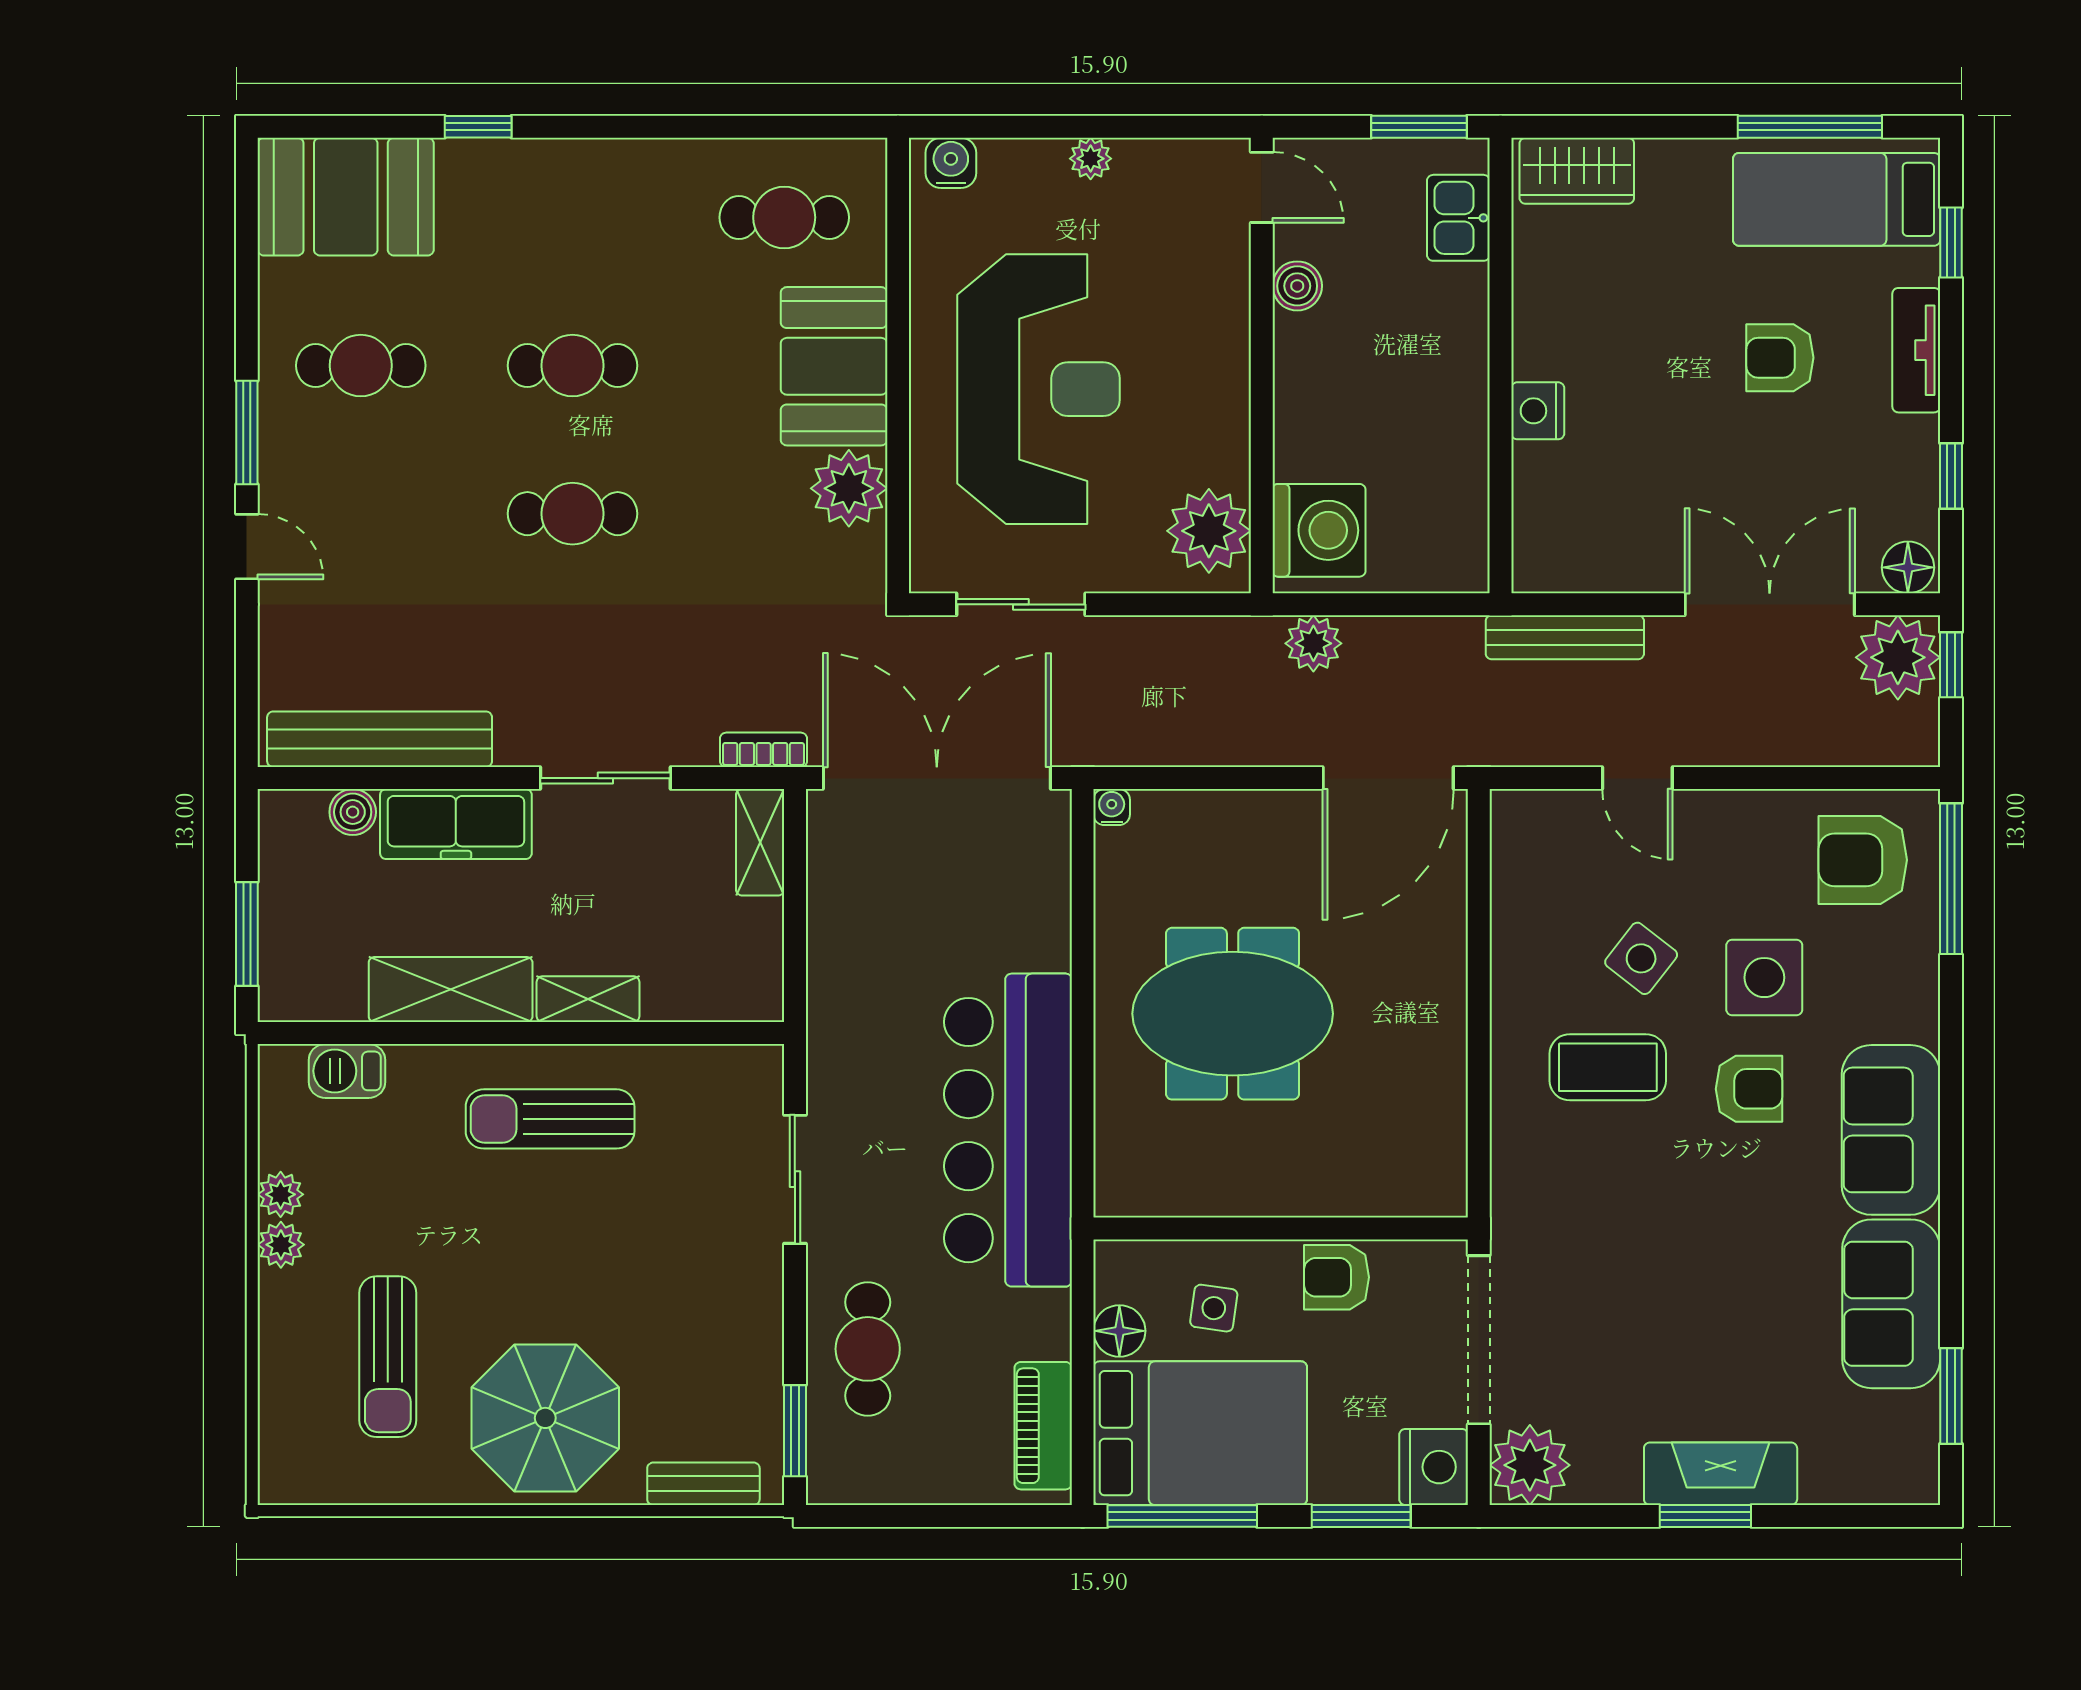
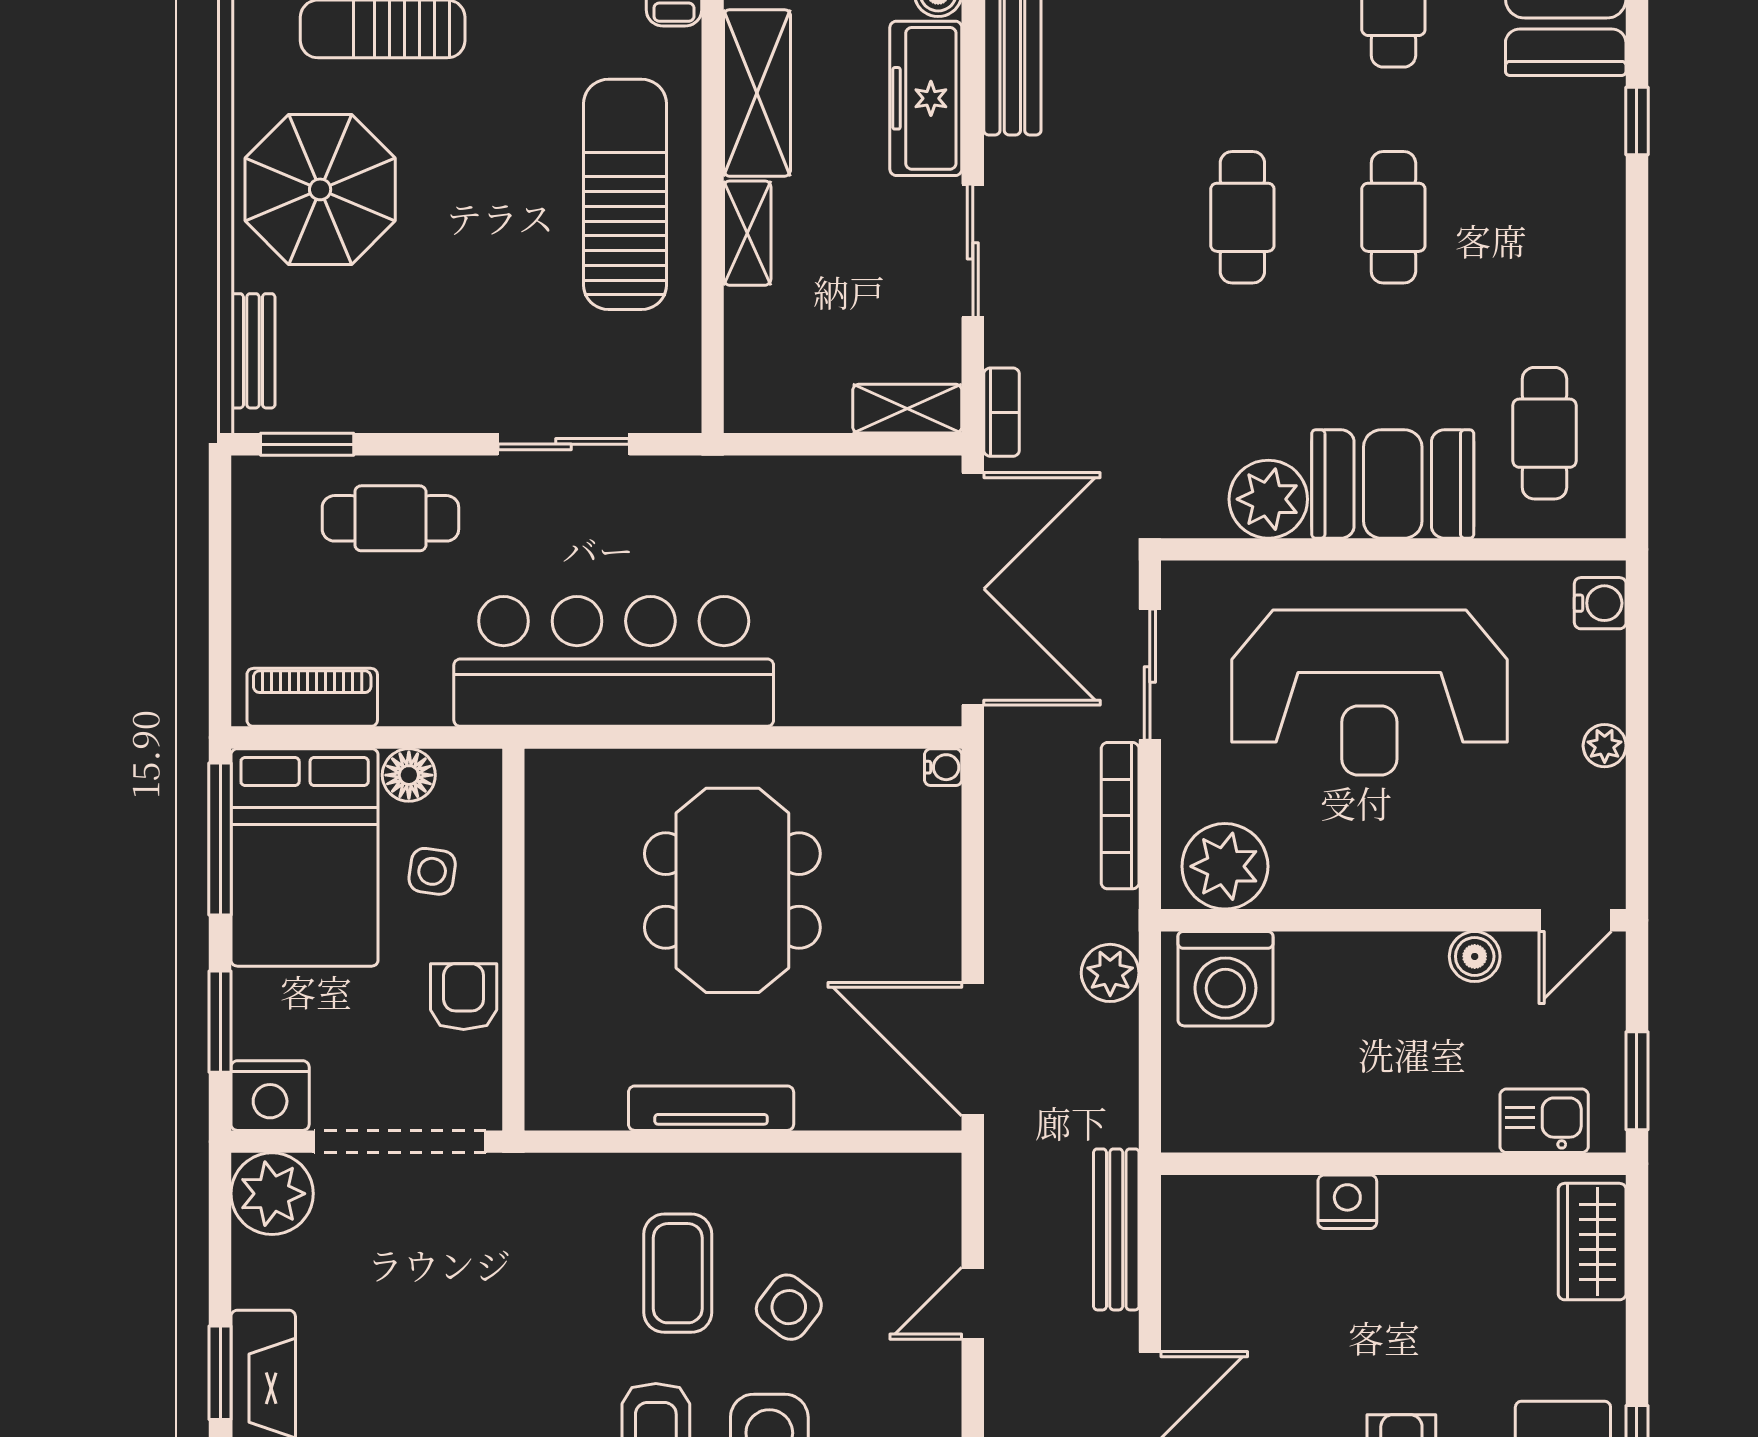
bookcase: (1159, 634) -> (1120, 816), added
tv unit: (1446, 1035) -> (711, 1108), added
sun lounger: (550, 1119) -> (625, 194), width x1.36, depth x1.34

